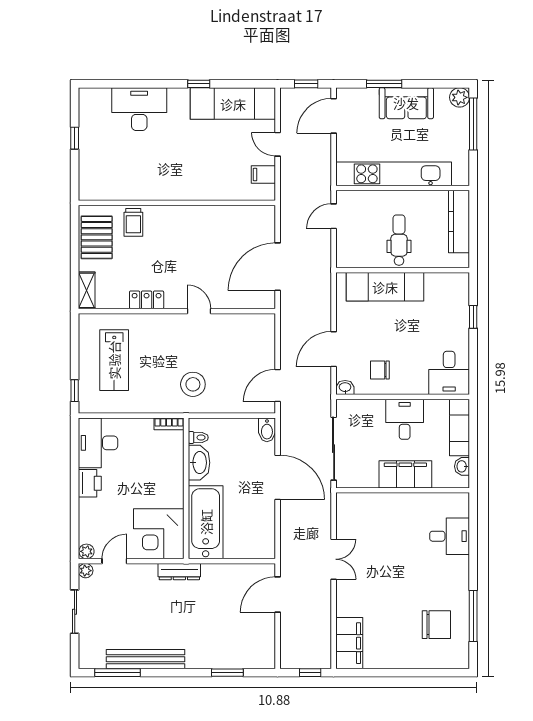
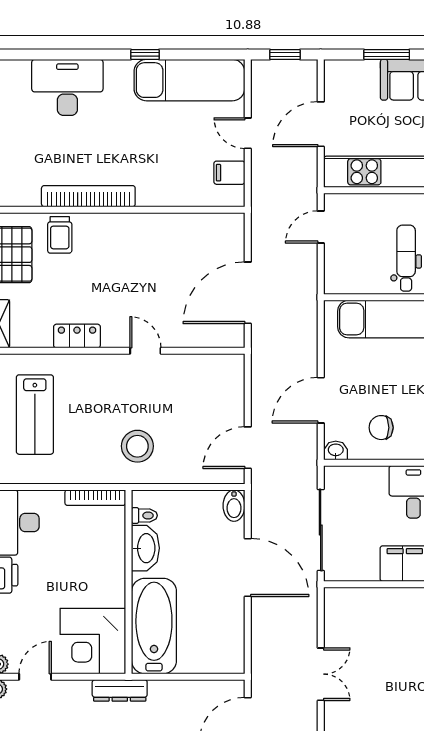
door: (334, 116) -> (321, 124), moved
bookcase: (155, 193) -> (88, 196), added
bookcase: (169, 424) -> (95, 498), width x1.56

